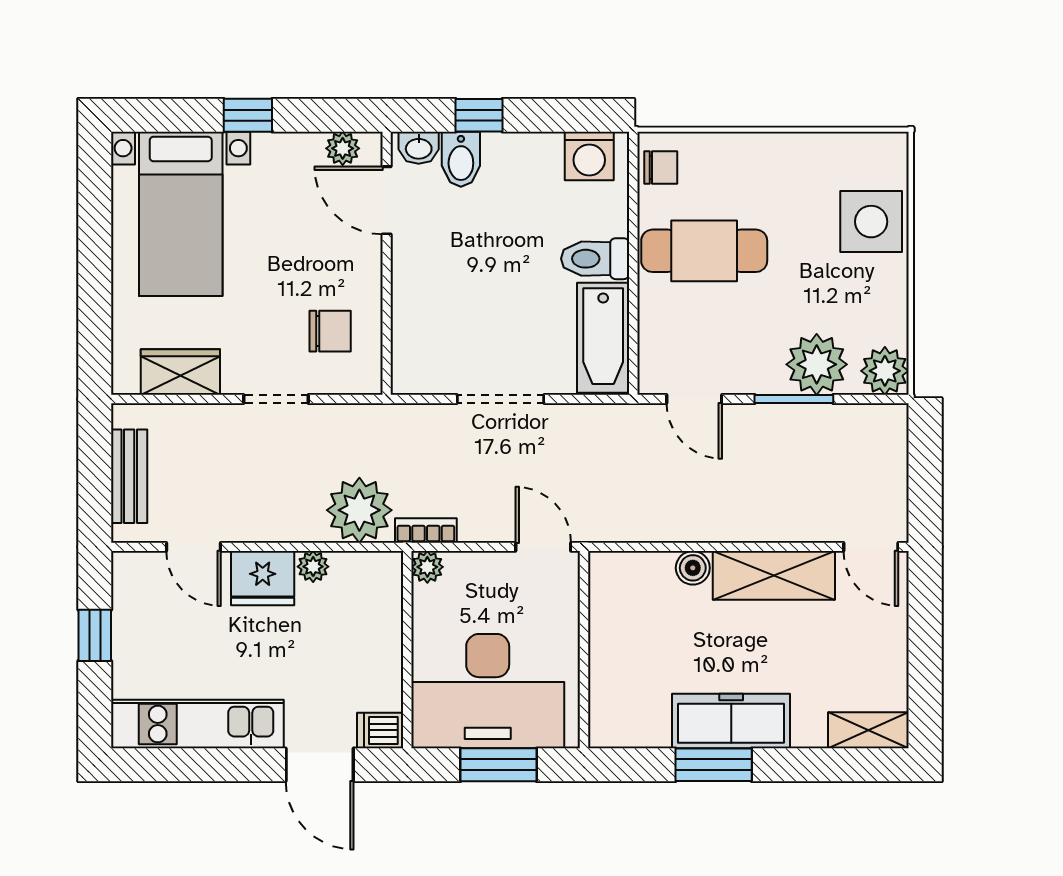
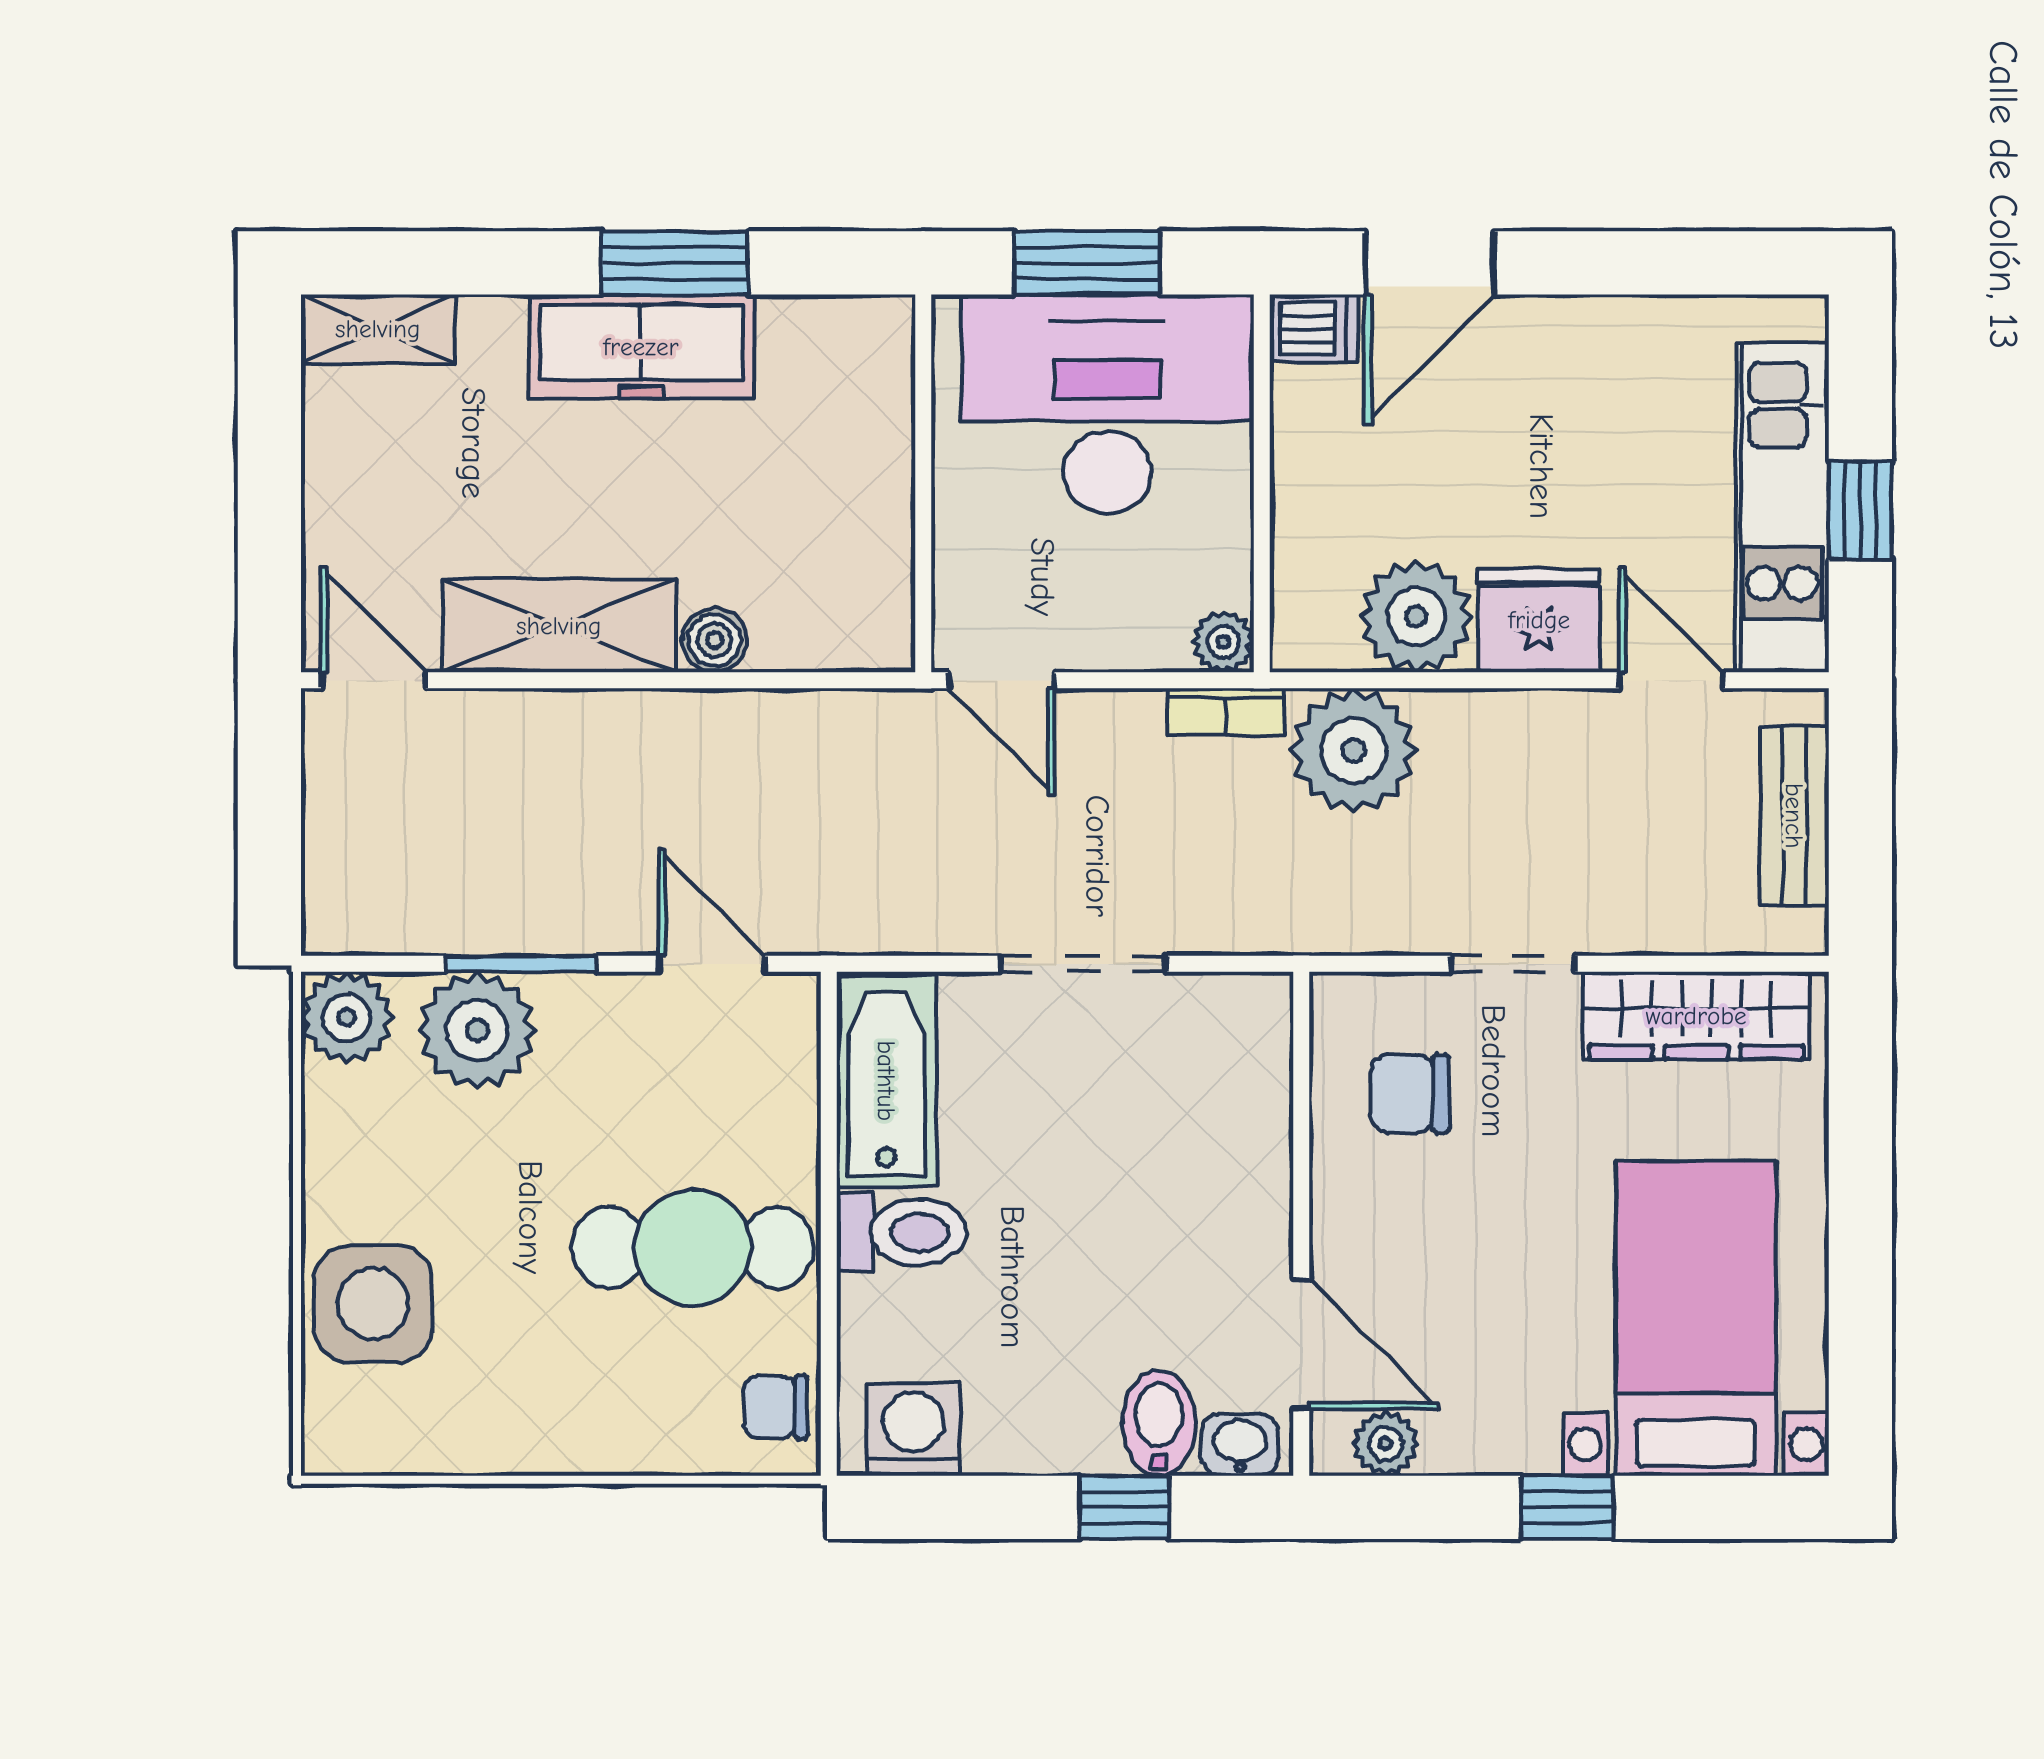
wardrobe: (180, 372) -> (1696, 1016), width x1.50
plant: (313, 567) -> (1416, 617), width x1.88, depth x1.88
kitchen unit: (197, 724) -> (1782, 507), moved, turned 90
door: (320, 765) -> (1429, 263), swing flipped

